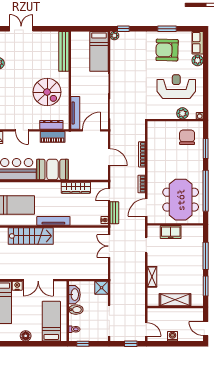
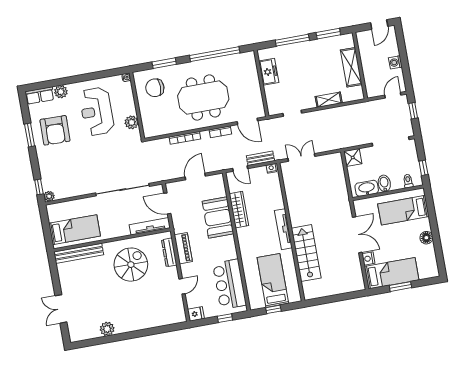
bed: (99, 51) -> (75, 230), moved
plant: (182, 113) -> (132, 122), moved
booth: (52, 170) -> (218, 218), moved
meeting table: (181, 200) -> (203, 97), moved
freezer: (171, 232) -> (269, 72), moved
double door: (109, 246) -> (301, 157), swing flipped

